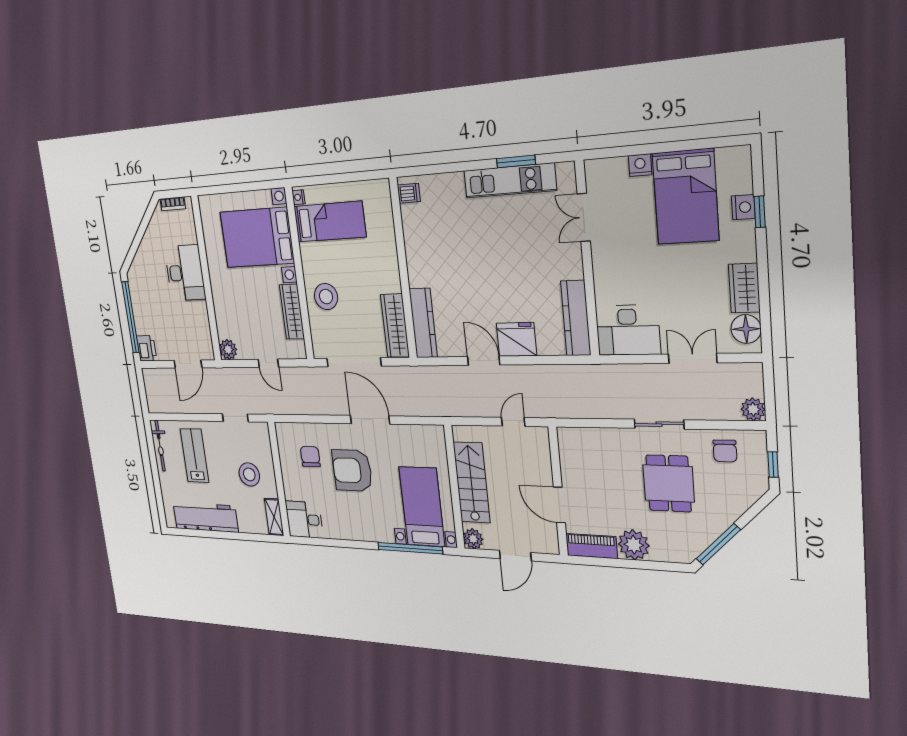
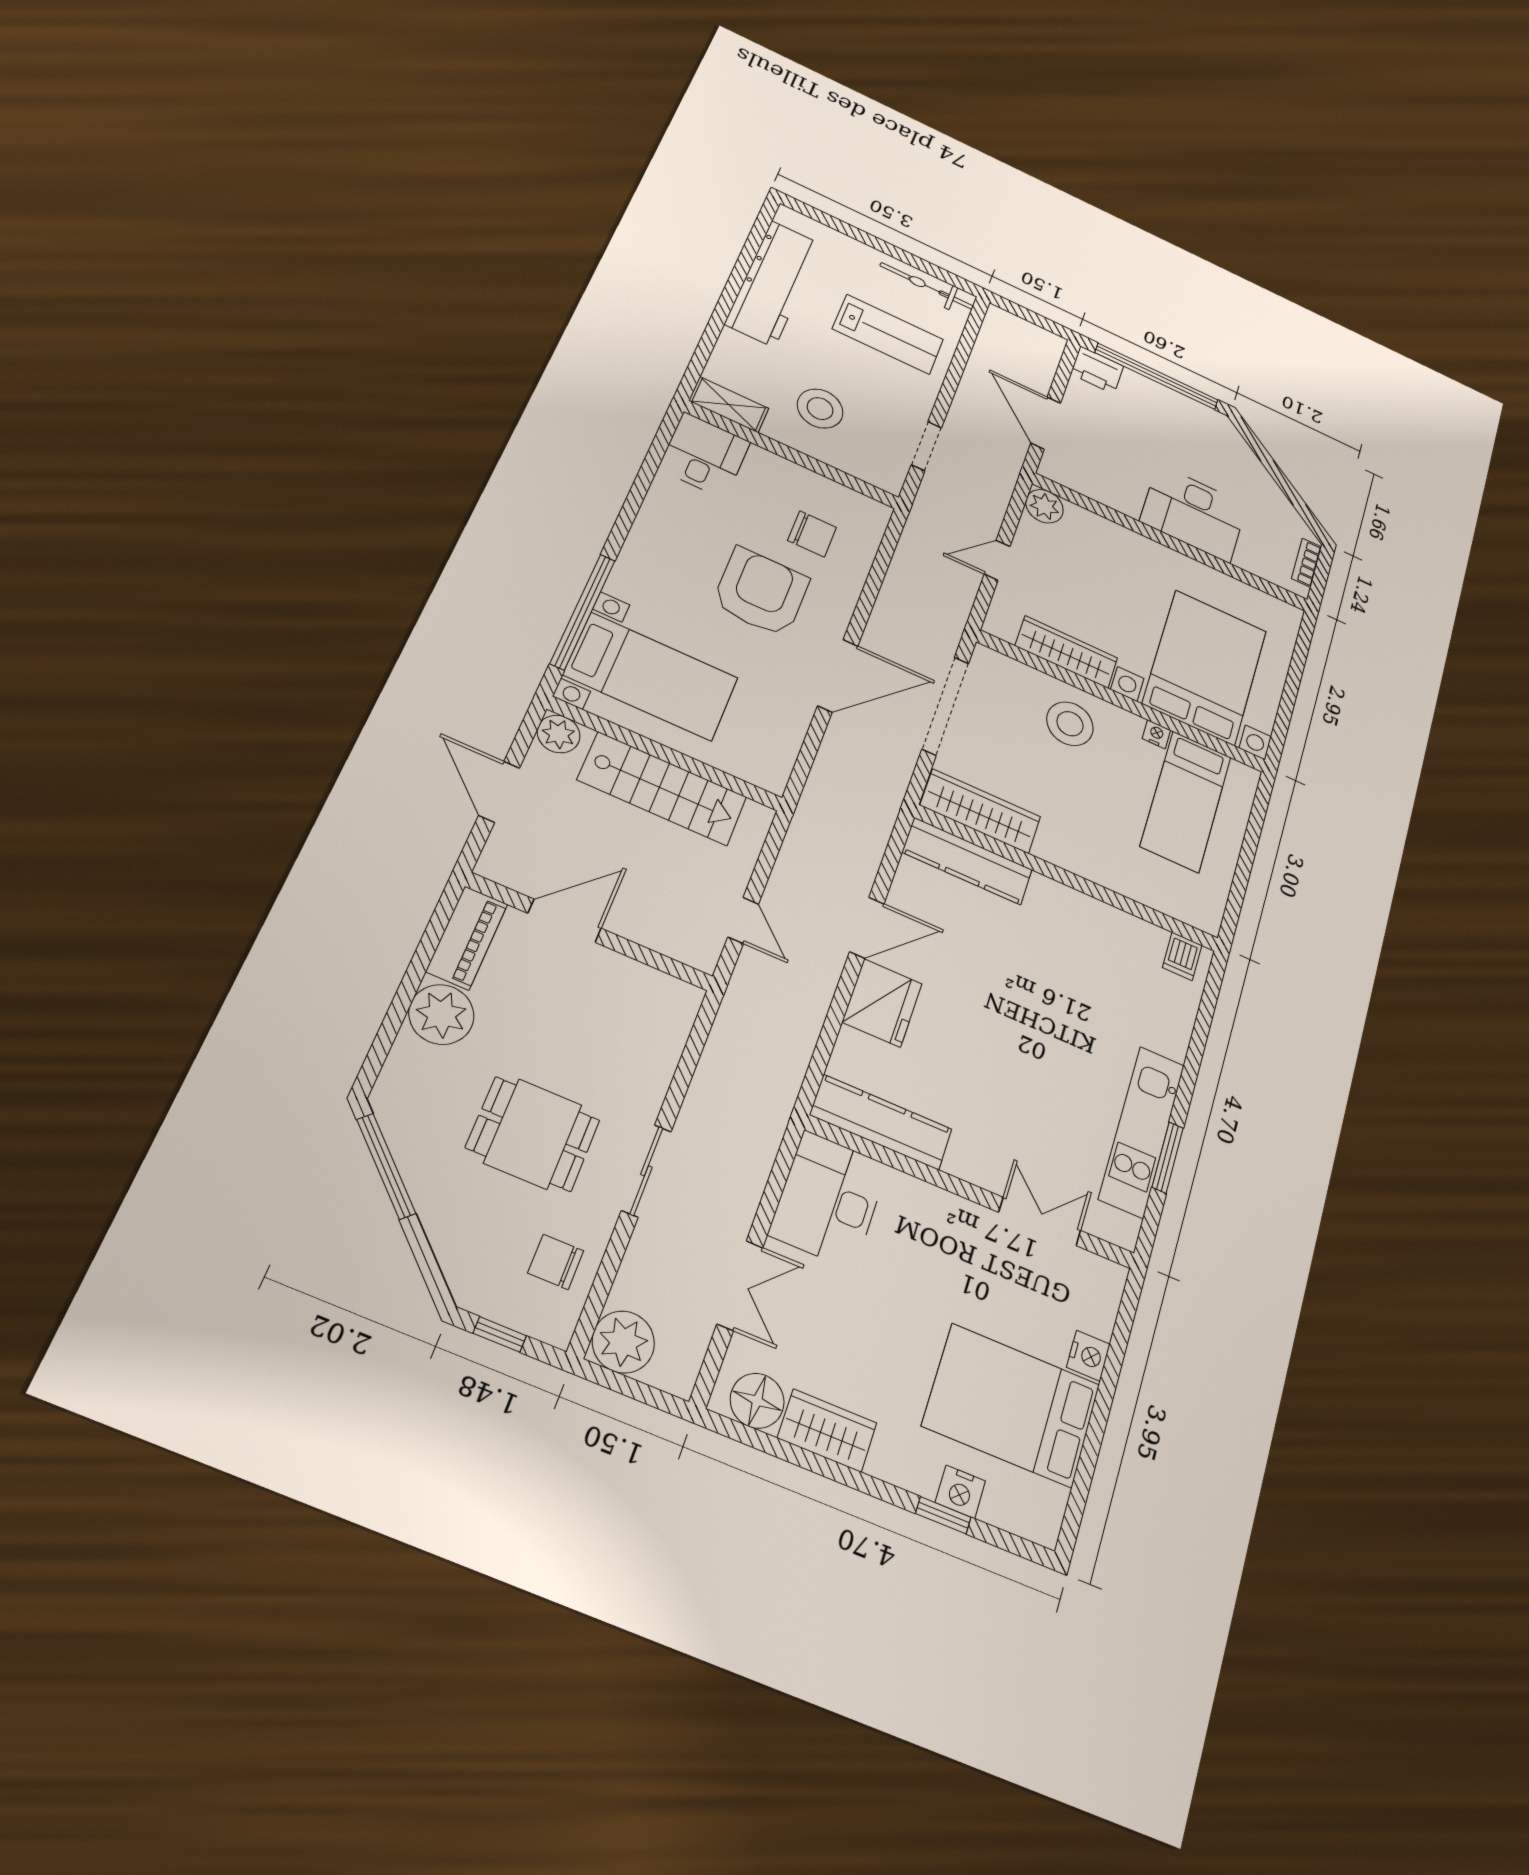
nightstand: (298, 197) -> (1156, 734), moved
plant: (753, 409) -> (623, 1342), width x1.36, depth x1.36

